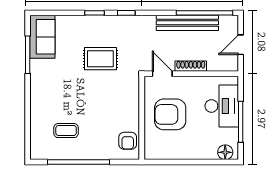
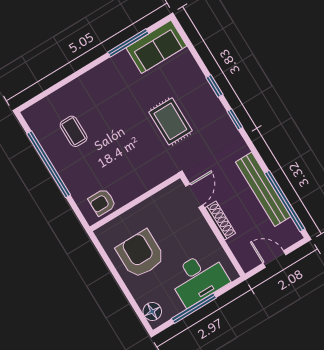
armchair: (170, 114) -> (140, 254), moved

